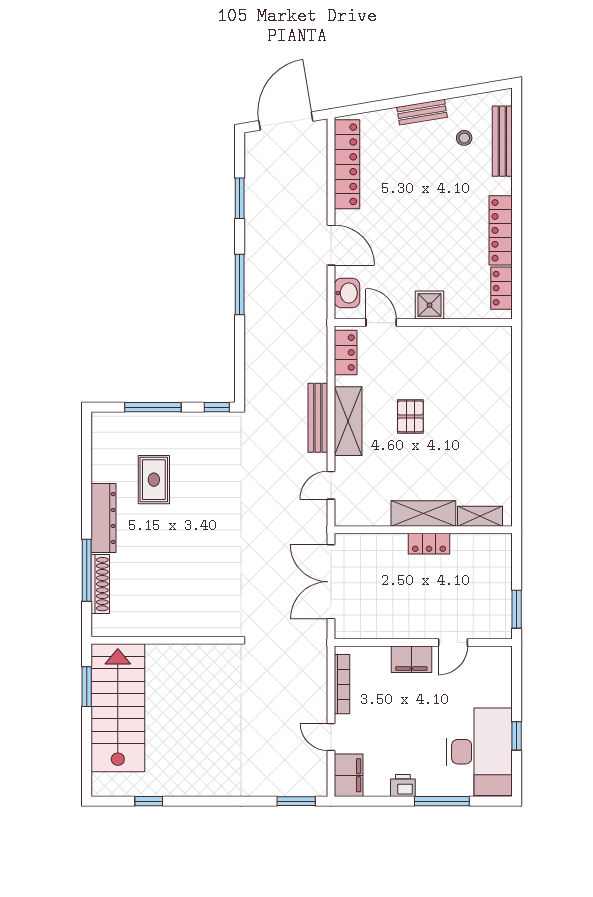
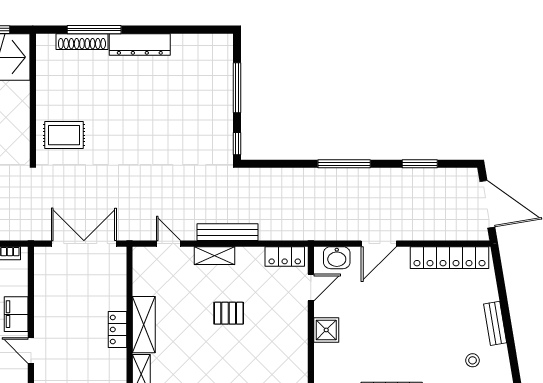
shelving: (348, 421) -> (215, 256), width x0.67, depth x0.75
rug: (154, 480) -> (64, 135), moved

